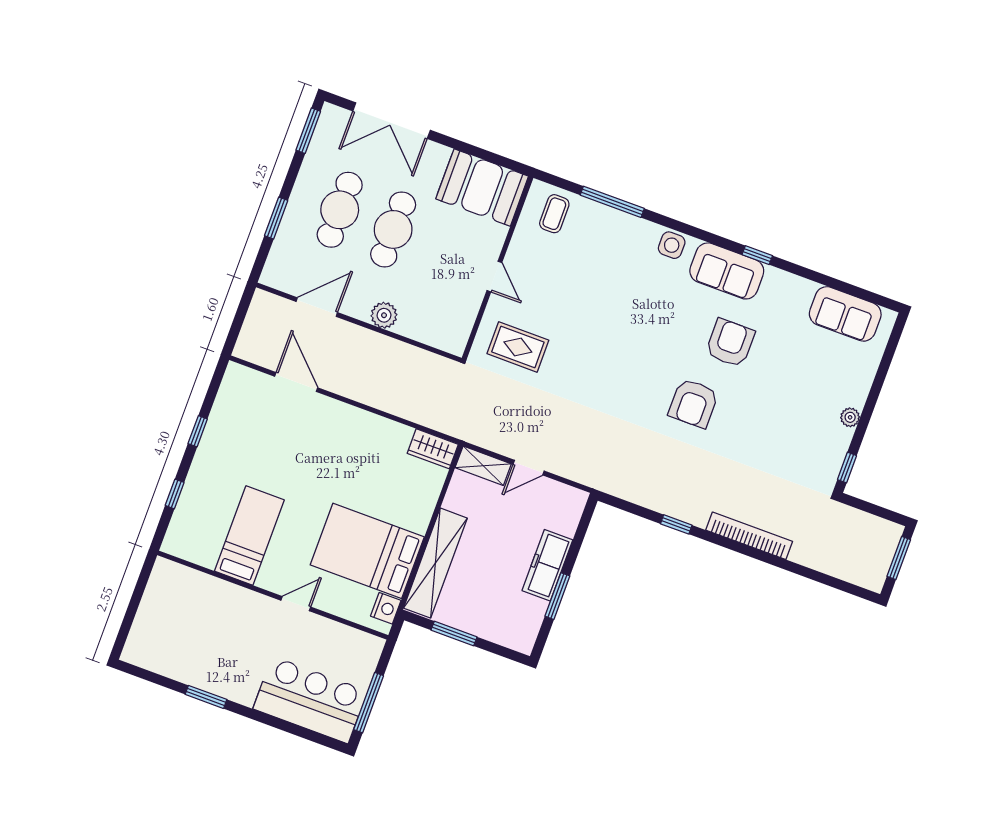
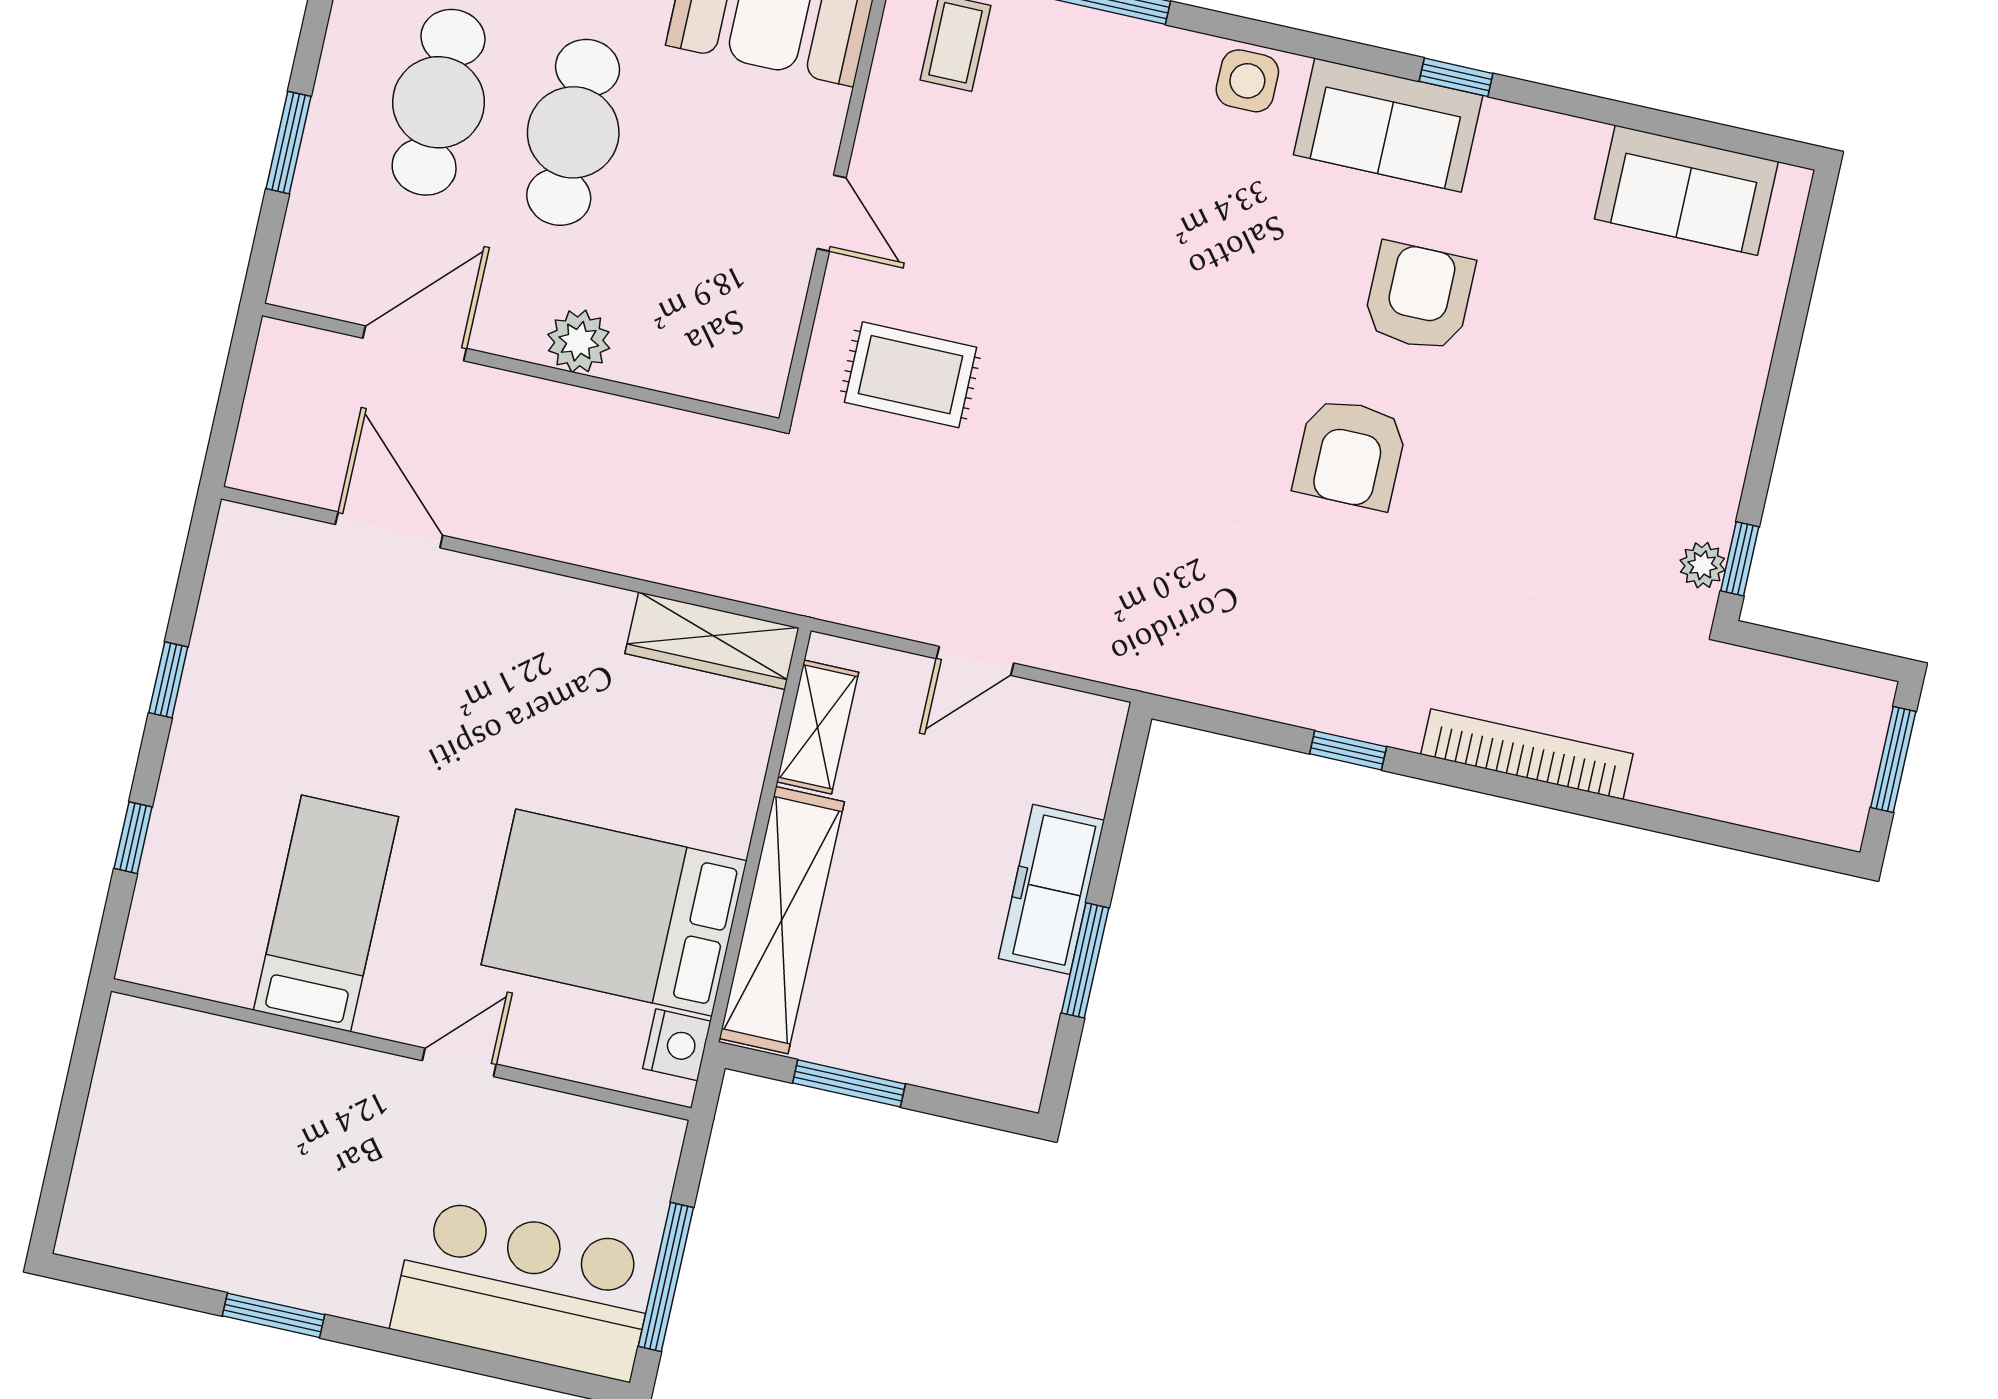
plant: (850, 417) -> (1703, 565), moved
wardrobe: (433, 449) -> (712, 641), width x1.50
shelving: (483, 466) -> (818, 727), moved, turned 90

